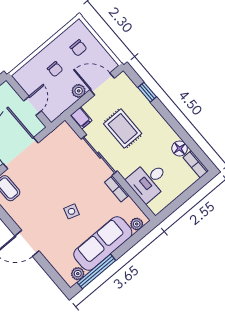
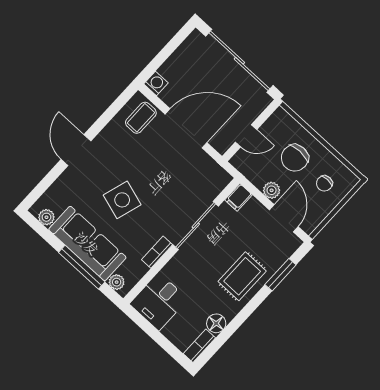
chair: (55, 69) -> (295, 158), width x1.87, depth x1.87
window: (147, 92) -> (280, 275), width x1.50
rug: (123, 129) -> (242, 276), moved
desk: (148, 181) -> (159, 301), moved, turned -90
side table: (71, 211) -> (122, 200), width x1.87, depth x1.87
window: (96, 271) -> (82, 267), moved

